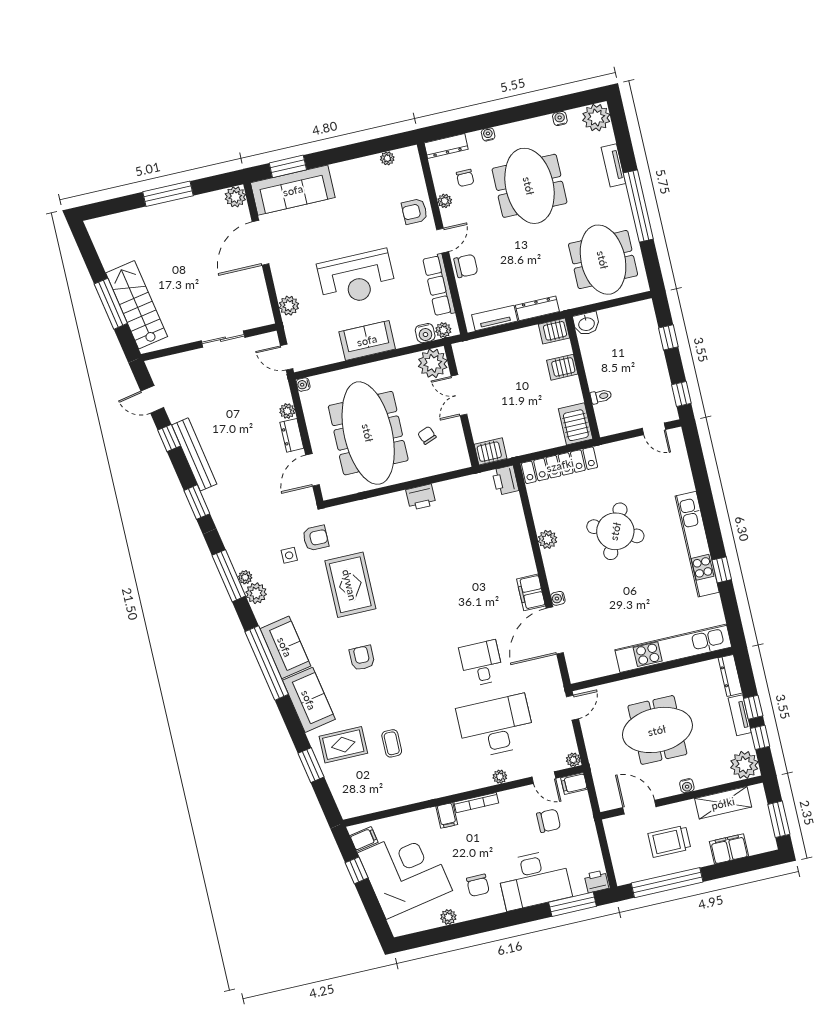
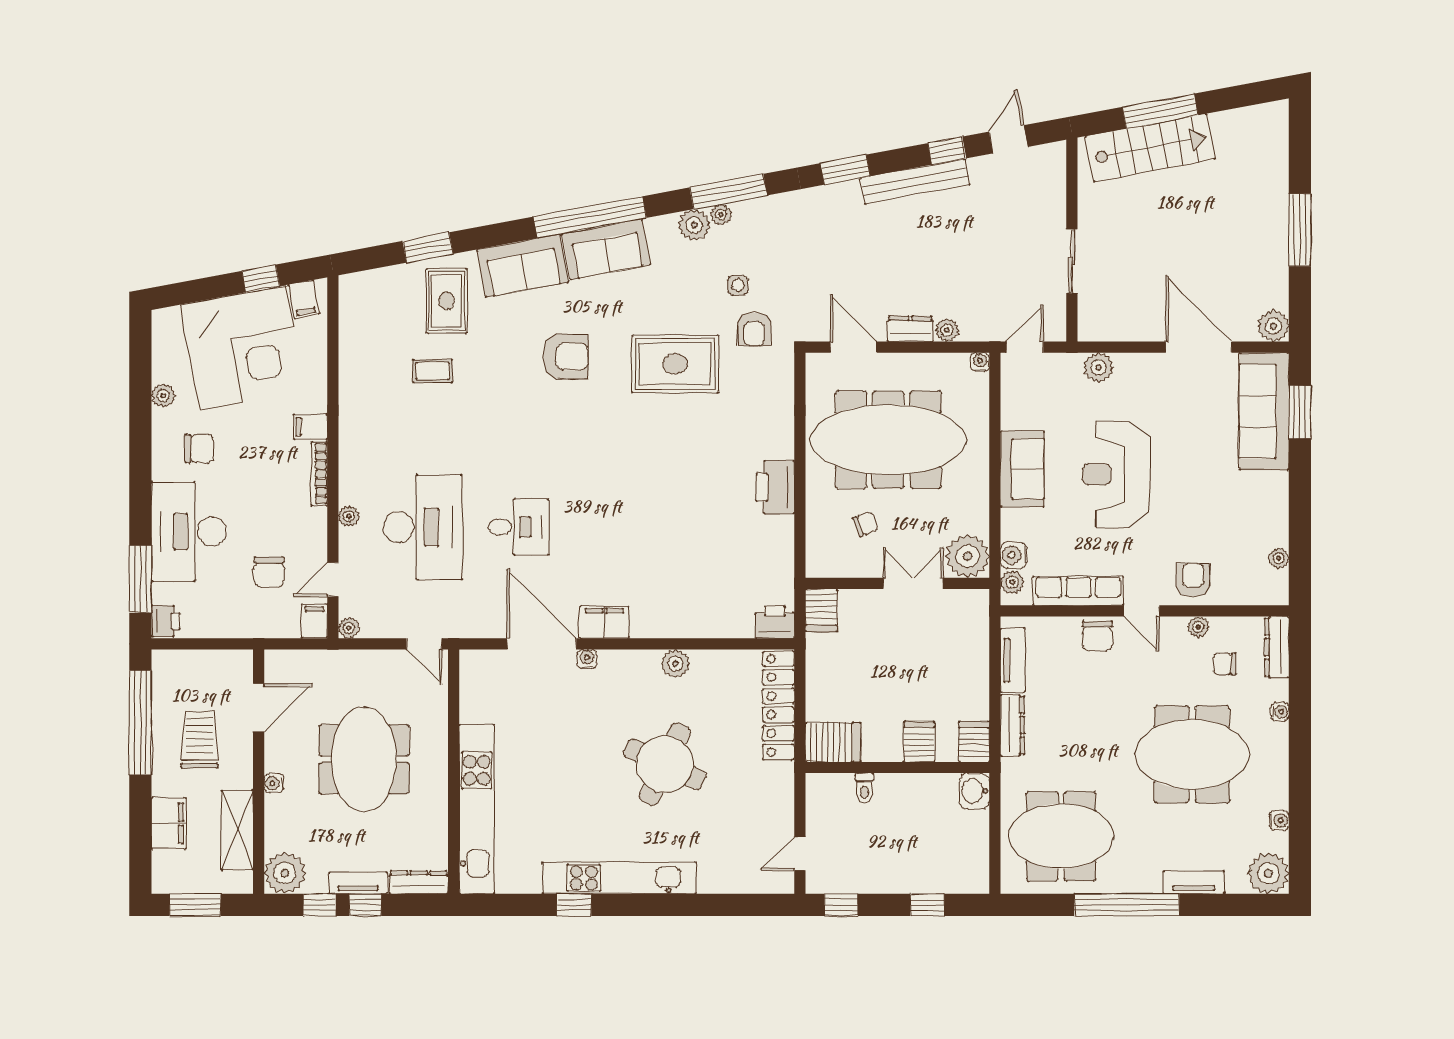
printer: (421, 497) -> (775, 487), width x1.37, depth x1.19
armchair: (362, 658) -> (566, 357), width x1.38, depth x1.38
chair: (478, 885) -> (199, 449), turned 180

